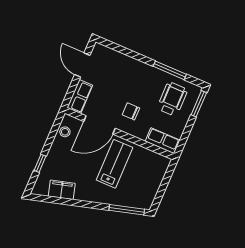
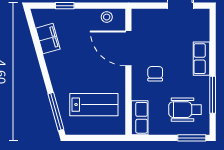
row of seats: (80, 97) -> (202, 59), moved, turned 90
wheelchair: (172, 99) -> (185, 110), turned 180
lab bench: (115, 164) -> (94, 105), moved

